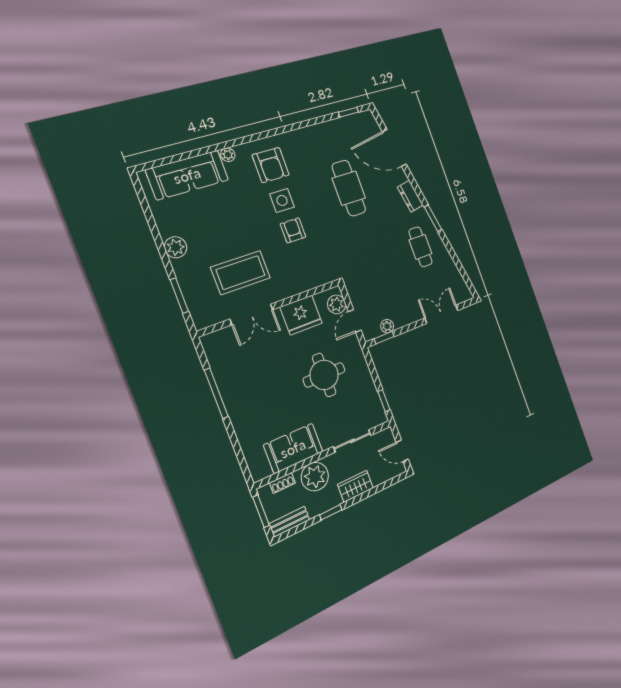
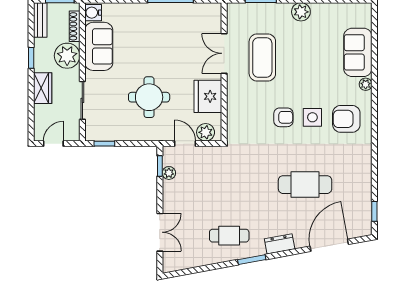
sofa: (187, 175) -> (358, 52), width x0.73
water cooler: (261, 470) -> (93, 13), added
shoe rack: (282, 483) -> (75, 26), width x1.43

